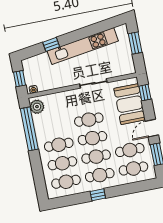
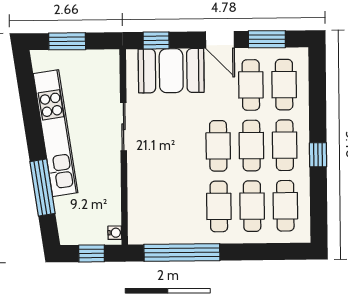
window: (51, 44) -> (42, 188), width x2.17
plant: (37, 107) -> (146, 232), removed
cafe table: (89, 120) -> (185, 146), removed

